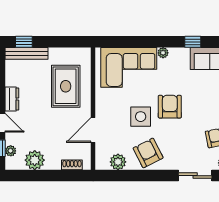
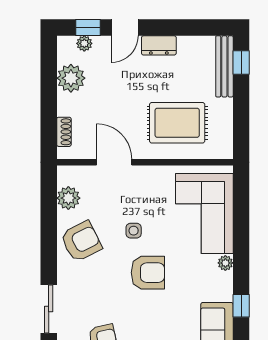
side table: (141, 117) -> (134, 231), width x0.54, depth x0.54

